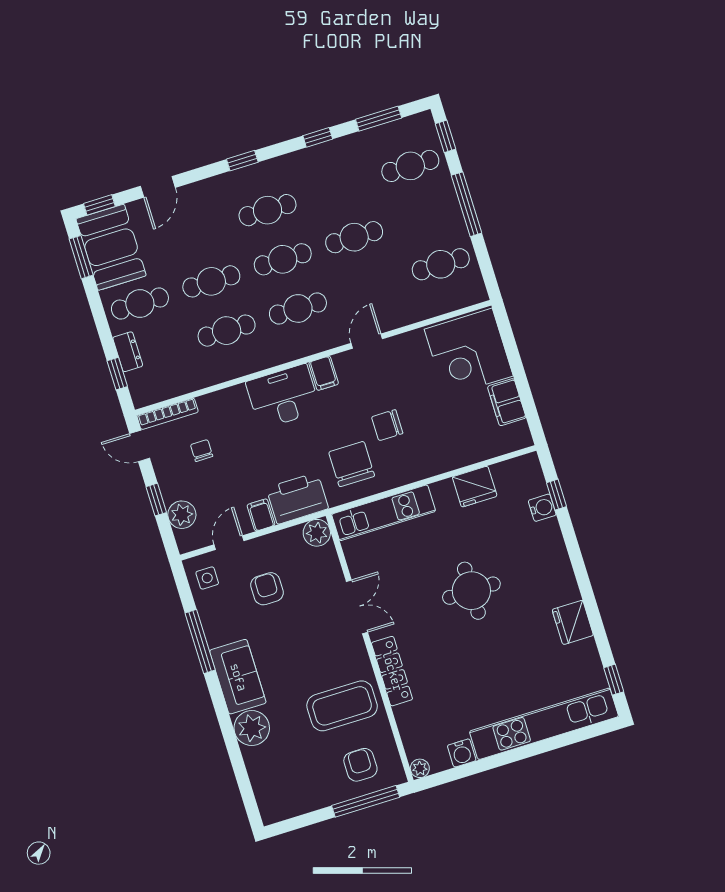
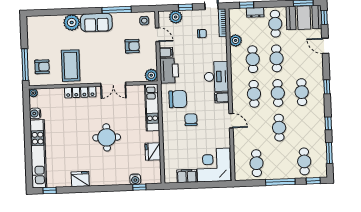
plant: (197, 377) -> (236, 40), added

